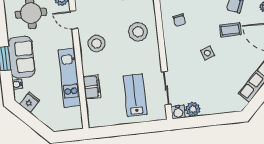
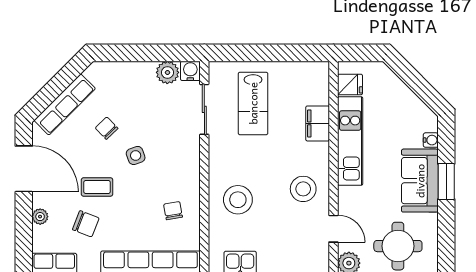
chair: (228, 69) -> (107, 128), added
fridge: (30, 102) -> (350, 84), moved, turned -135

